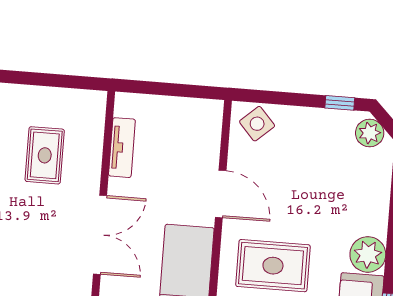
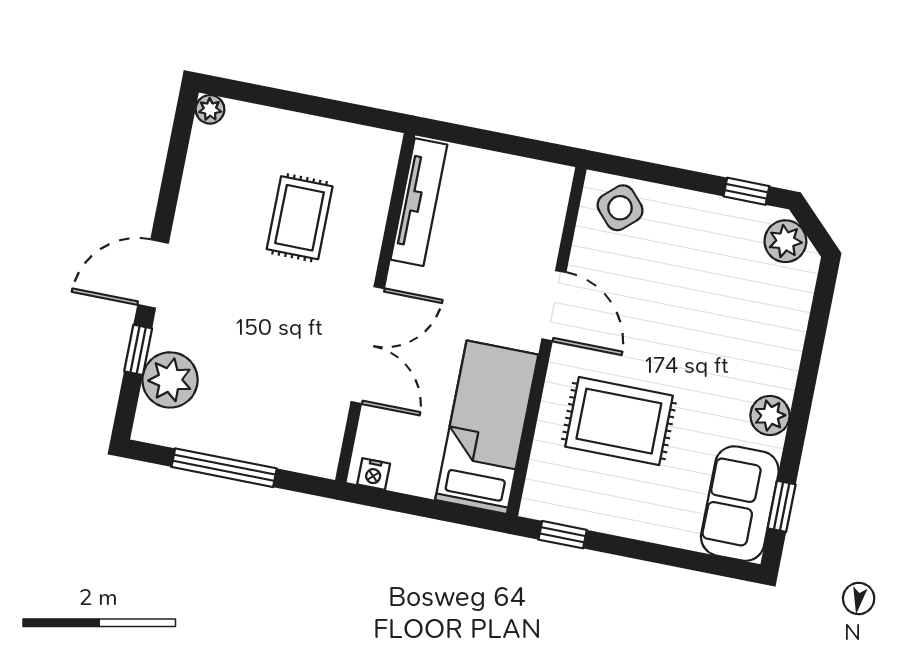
tv unit: (122, 148) -> (419, 202), width x1.41
plant: (368, 254) -> (770, 415), width x0.73, depth x0.73

